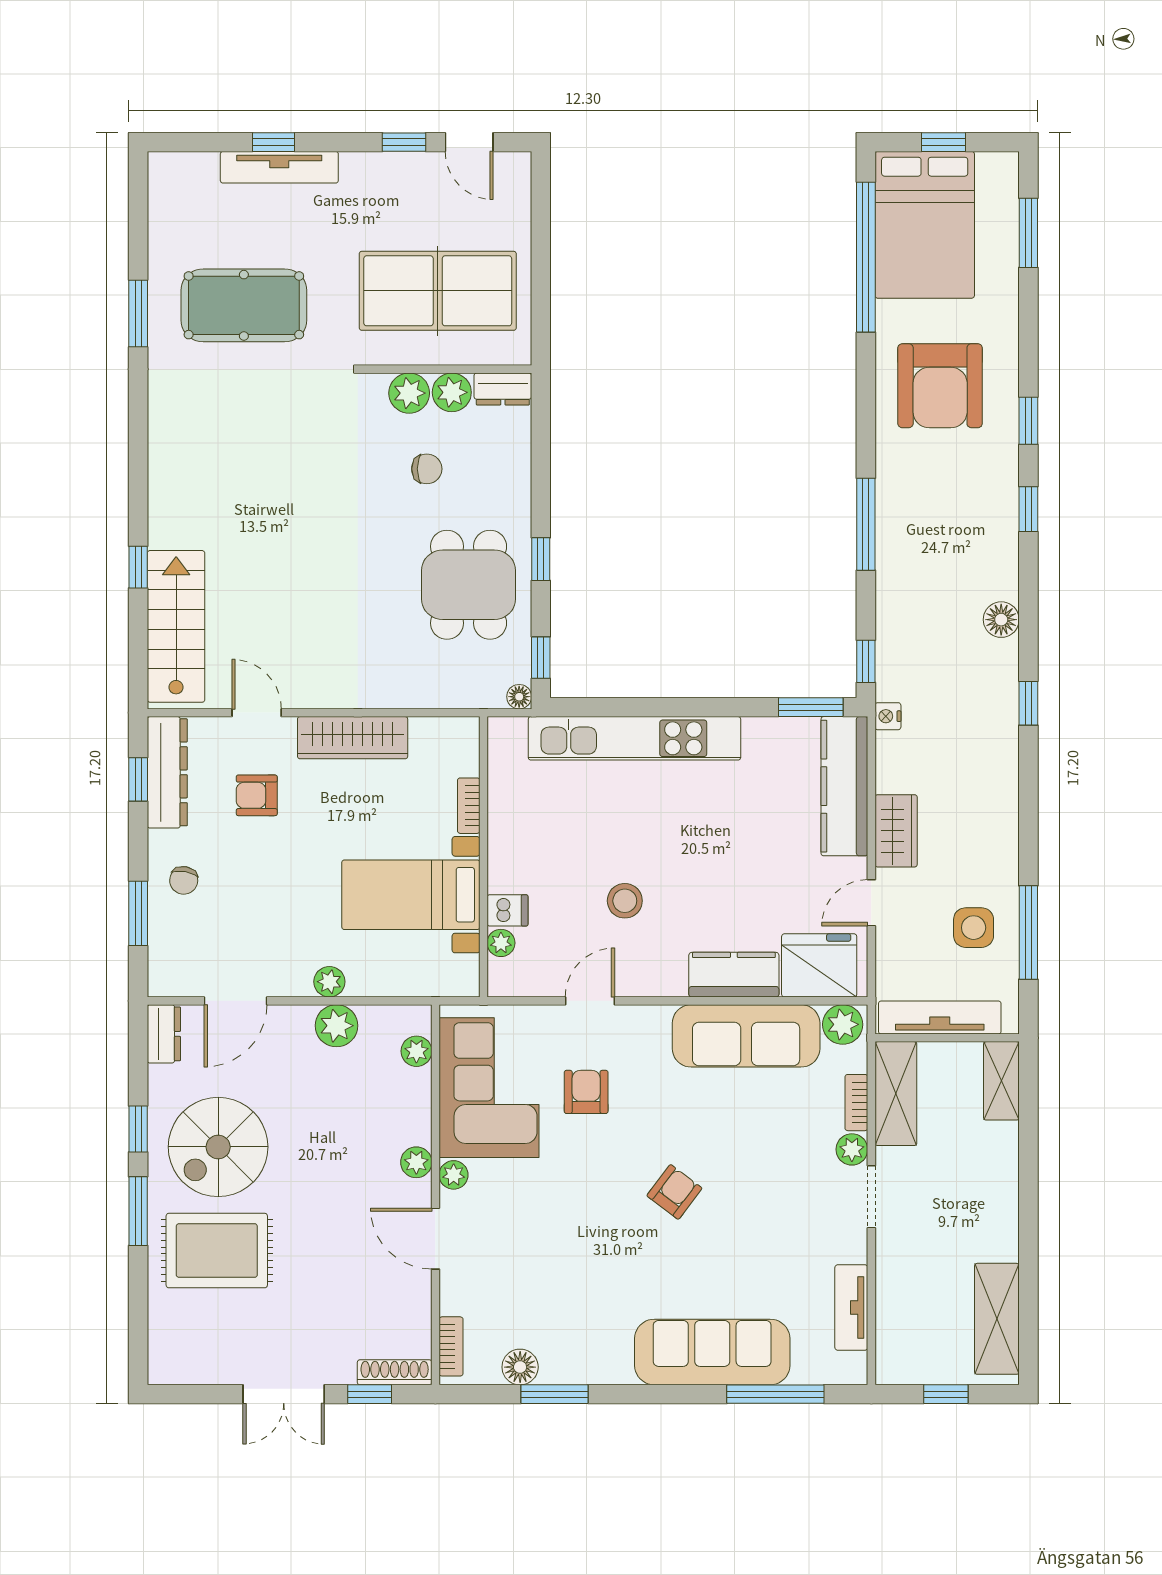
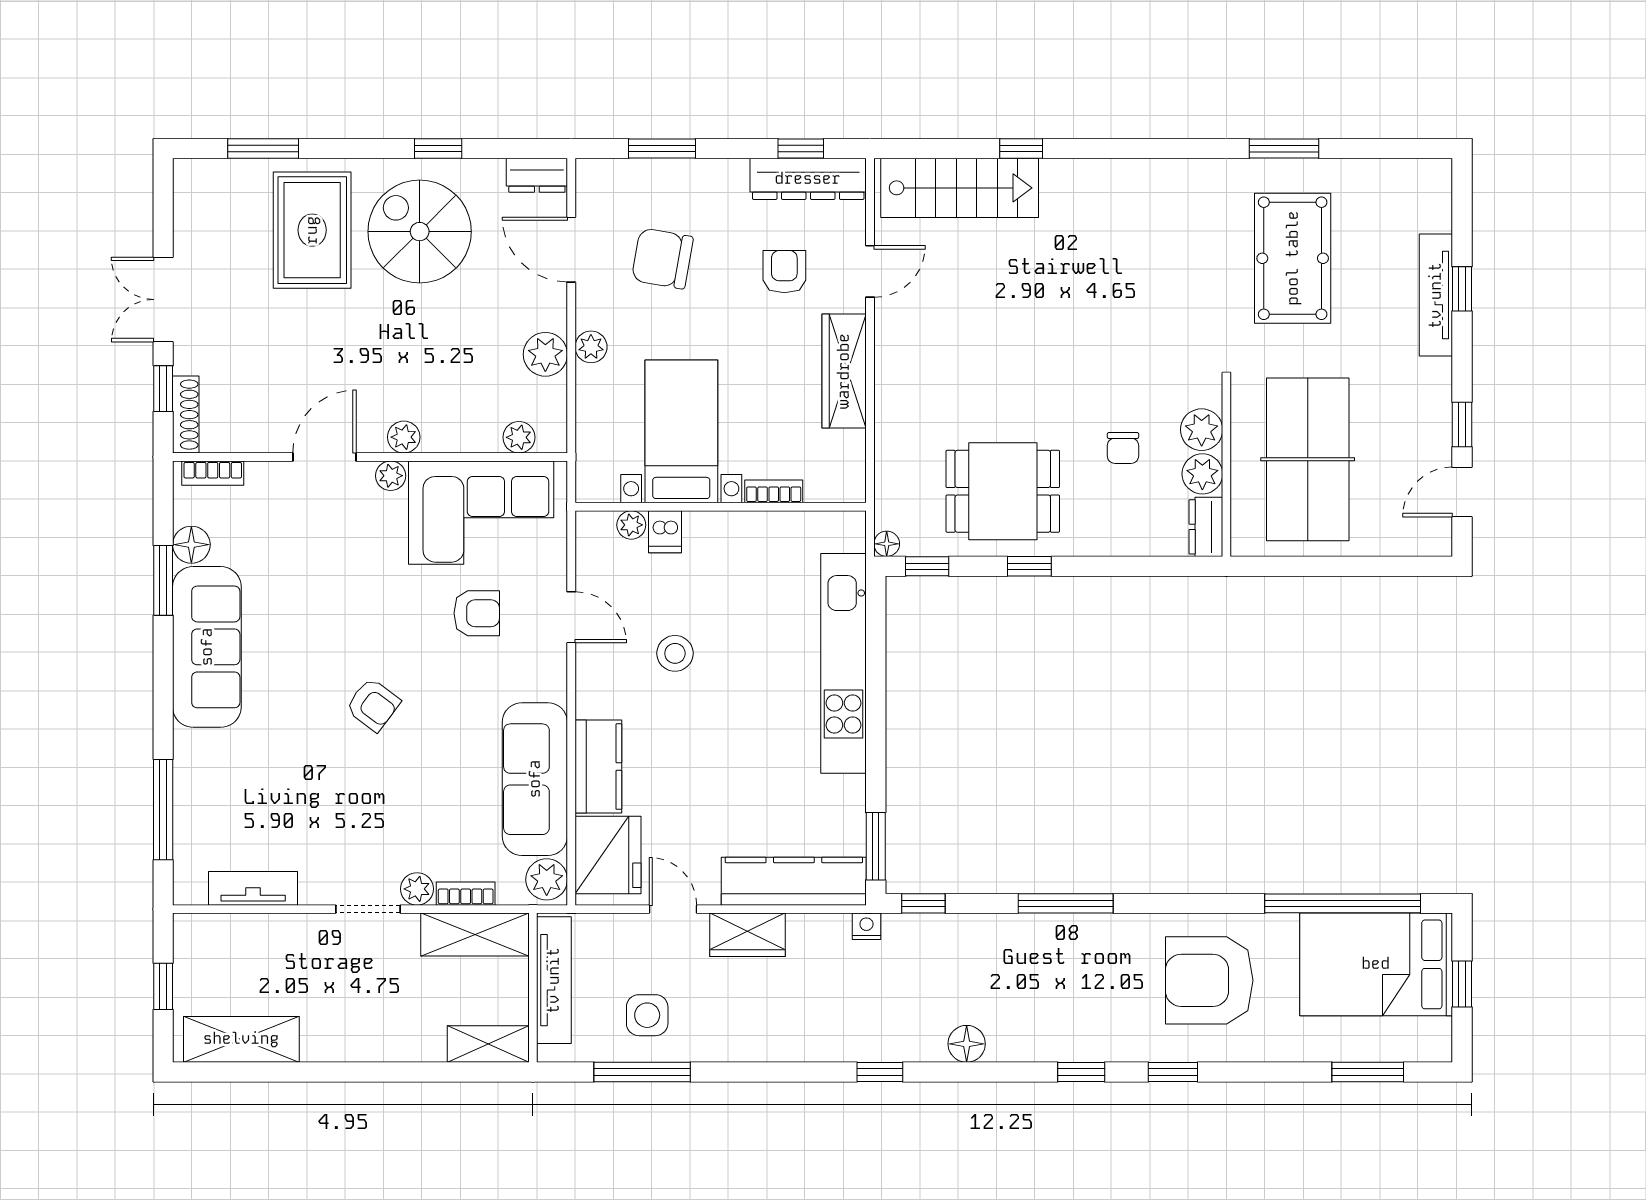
chair: (184, 880) -> (662, 259), moved, width x1.87, depth x1.87
window: (138, 1211) -> (263, 149), moved
sofa: (712, 1352) -> (207, 647), moved

